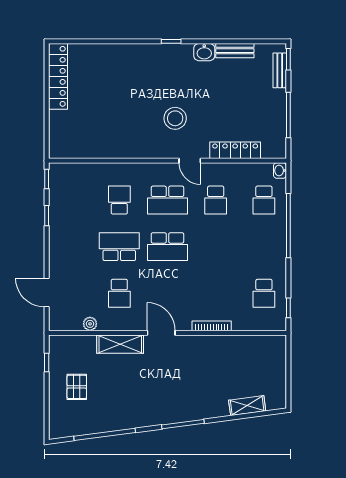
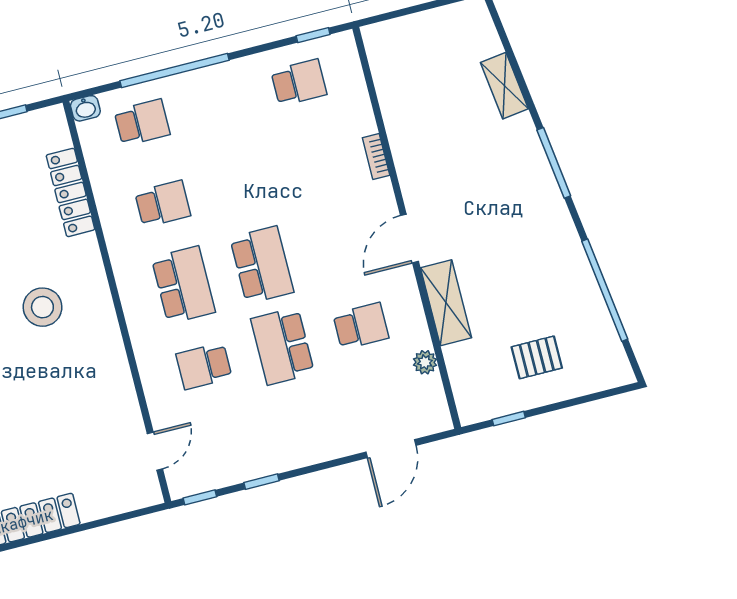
door: (190, 161) -> (155, 451), moved
bookcase: (212, 326) -> (376, 157), width x0.64
shelving: (247, 406) -> (504, 86), moved

